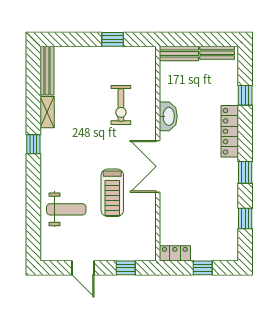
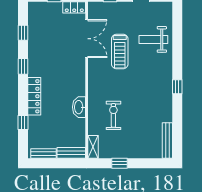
shelving: (47, 112) -> (93, 147), moved
double door: (158, 166) -> (87, 39), moved
treadmill: (112, 193) -> (120, 51), turned 180

